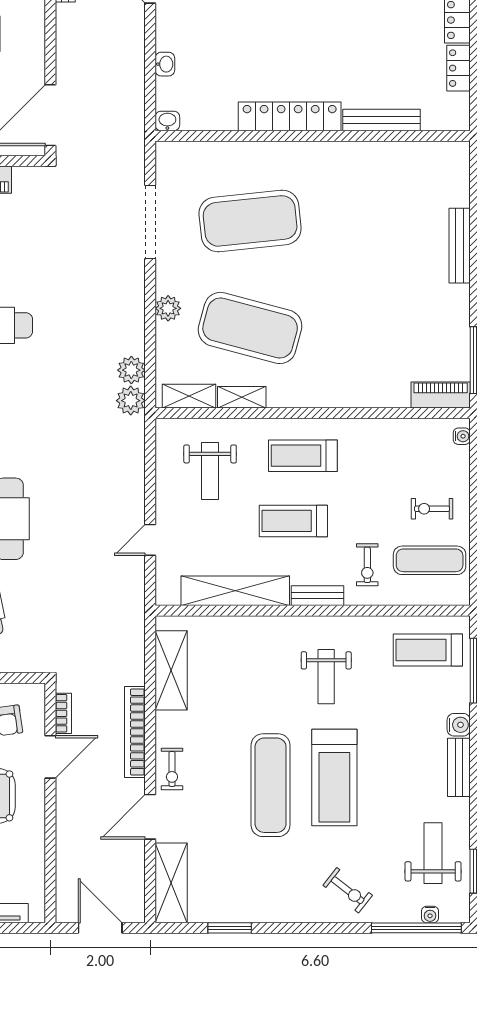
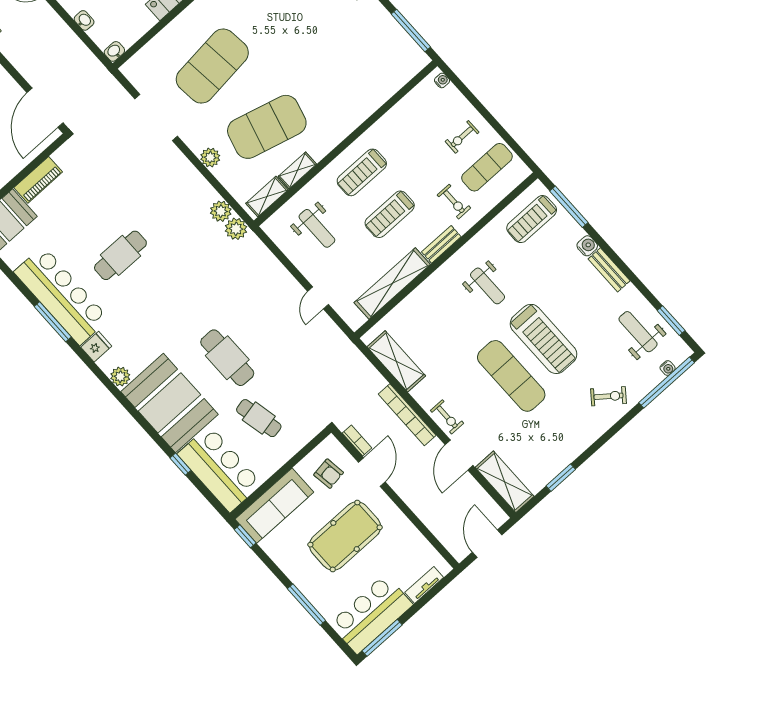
piano: (441, 395) -> (409, 68), removed
door: (100, 928) -> (487, 544), hinge flipped

